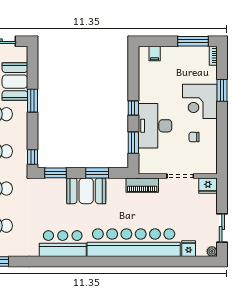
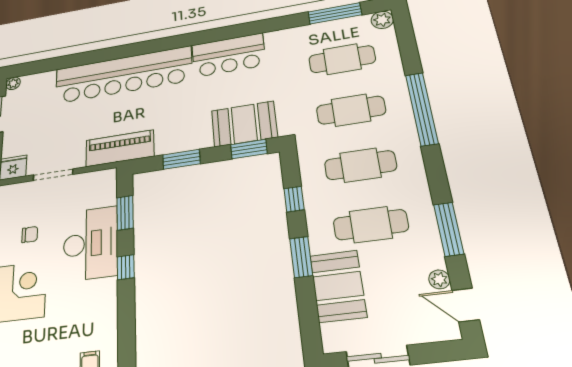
window: (32, 157) -> (294, 199), moved
piano: (142, 185) -> (120, 148), width x1.37, depth x1.33
booth: (86, 191) -> (244, 124), moved
fridge: (189, 249) -> (45, 81), removed

